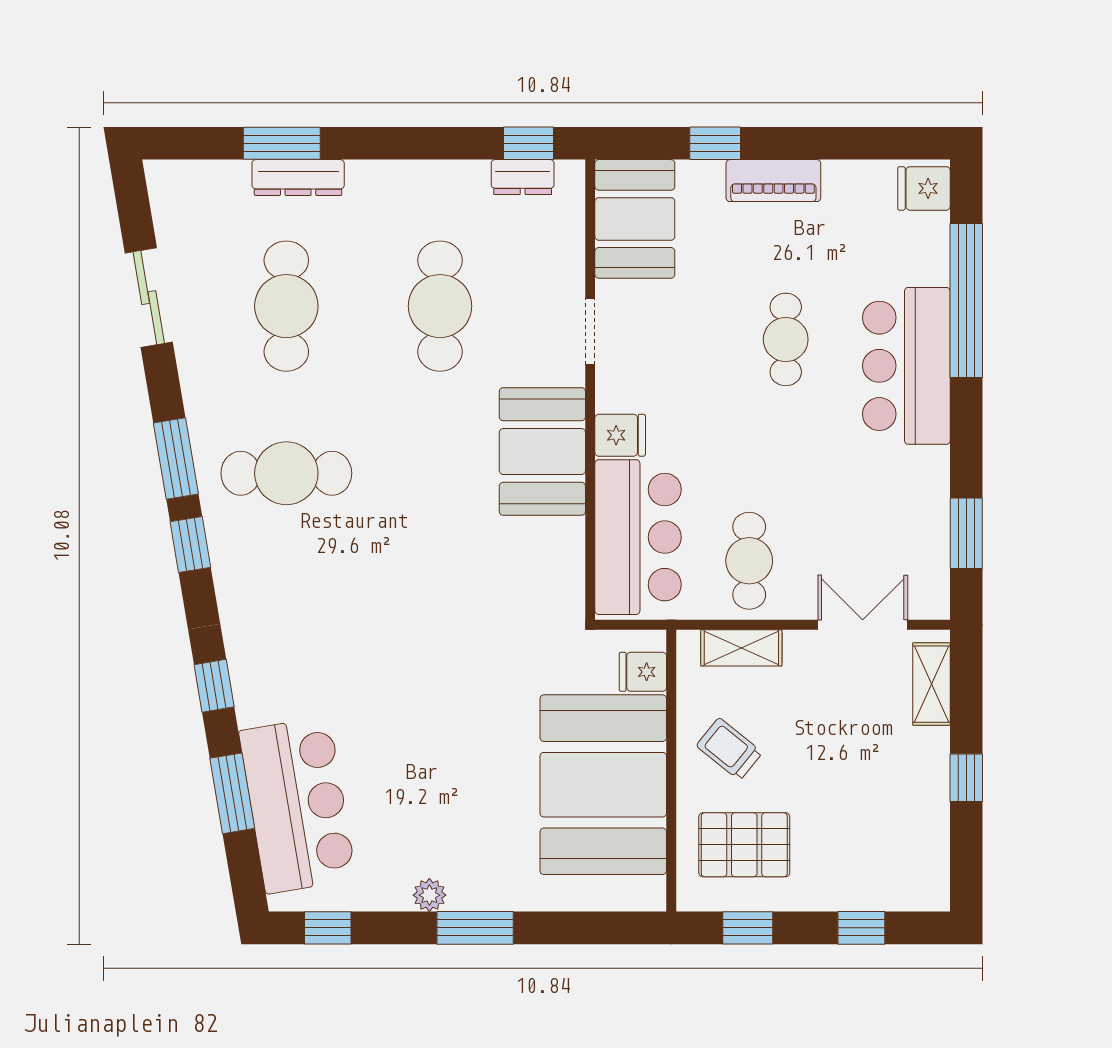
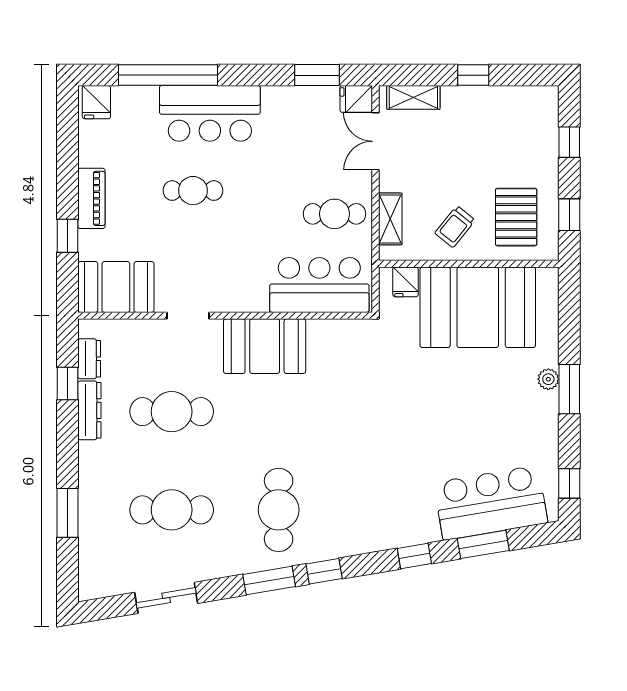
window: (529, 143) -> (67, 384), moved
dresser: (298, 177) -> (89, 410), moved
fridge: (620, 435) -> (356, 99), moved, turned -90
plant: (429, 895) -> (548, 379), moved

